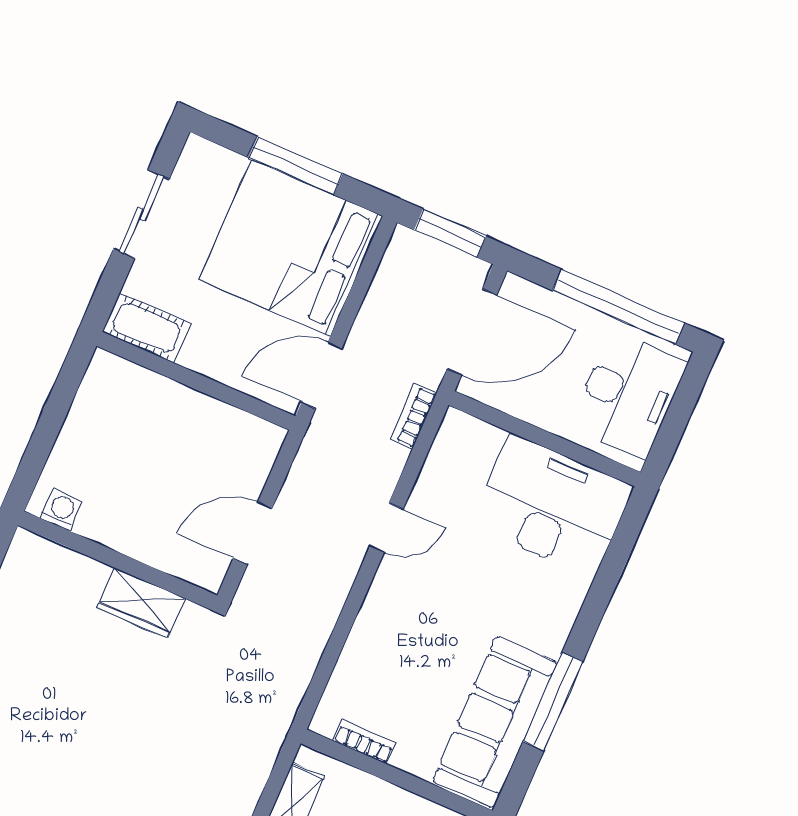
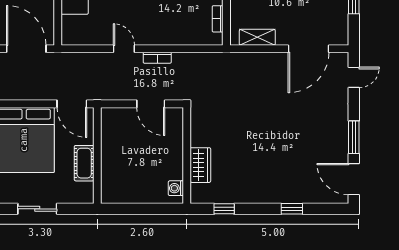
cot: (147, 328) -> (84, 163), moved
bookcase: (414, 416) -> (157, 58), moved
wardrobe: (141, 603) -> (200, 165), moved

